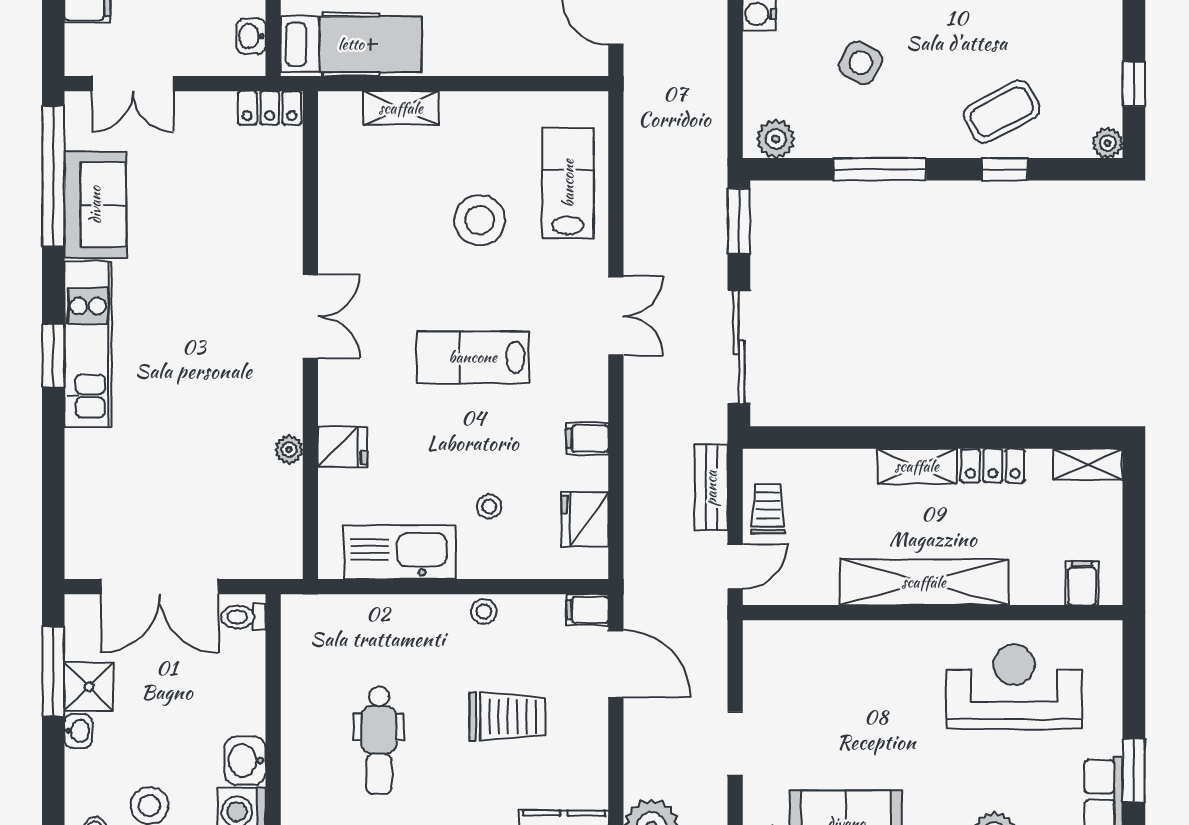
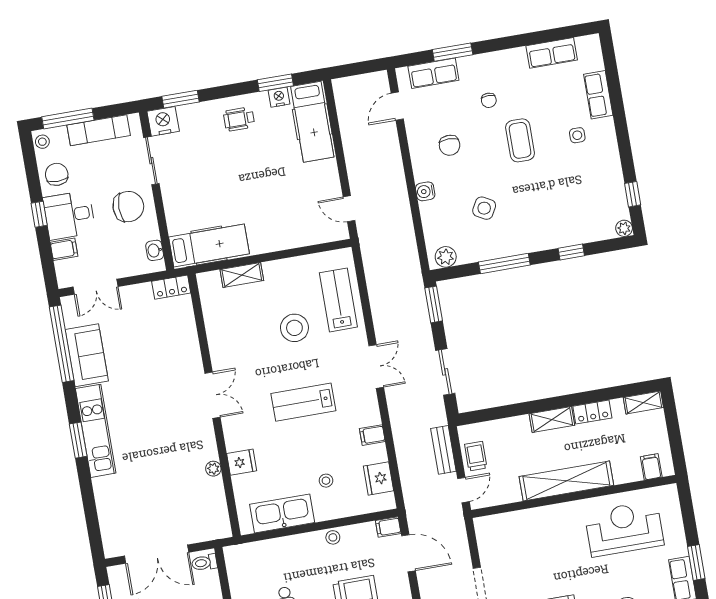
coffee table: (1002, 112) -> (564, 221), removed
sliding door: (739, 347) -> (445, 372), width x0.73

